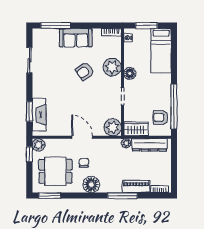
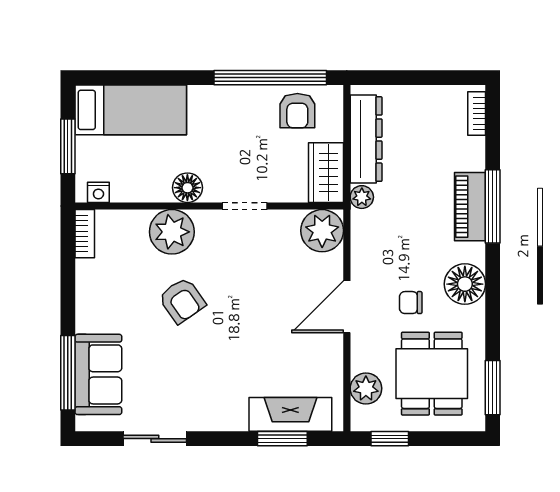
sofa: (76, 38) -> (98, 374), moved
plant: (39, 145) -> (366, 388), moved
piano: (136, 187) -> (470, 207), moved

